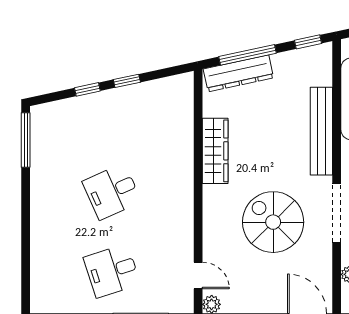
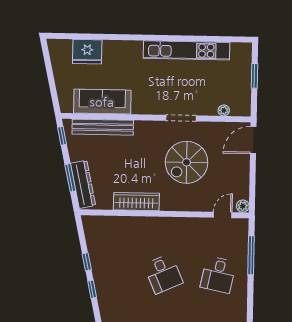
window: (248, 55) -> (70, 178), width x0.69
bench: (321, 131) -> (103, 127), moved
doorway: (337, 213) -> (181, 118), width x0.73
desk: (112, 271) -> (218, 275), turned 30

